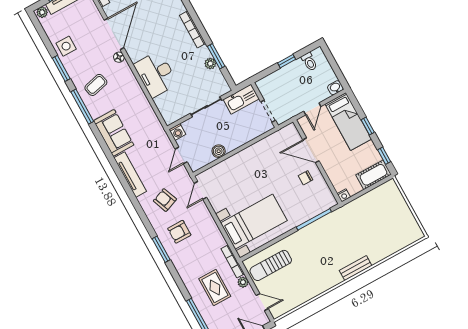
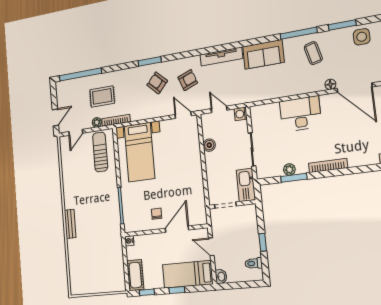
armchair: (179, 232) -> (157, 83), turned -47

